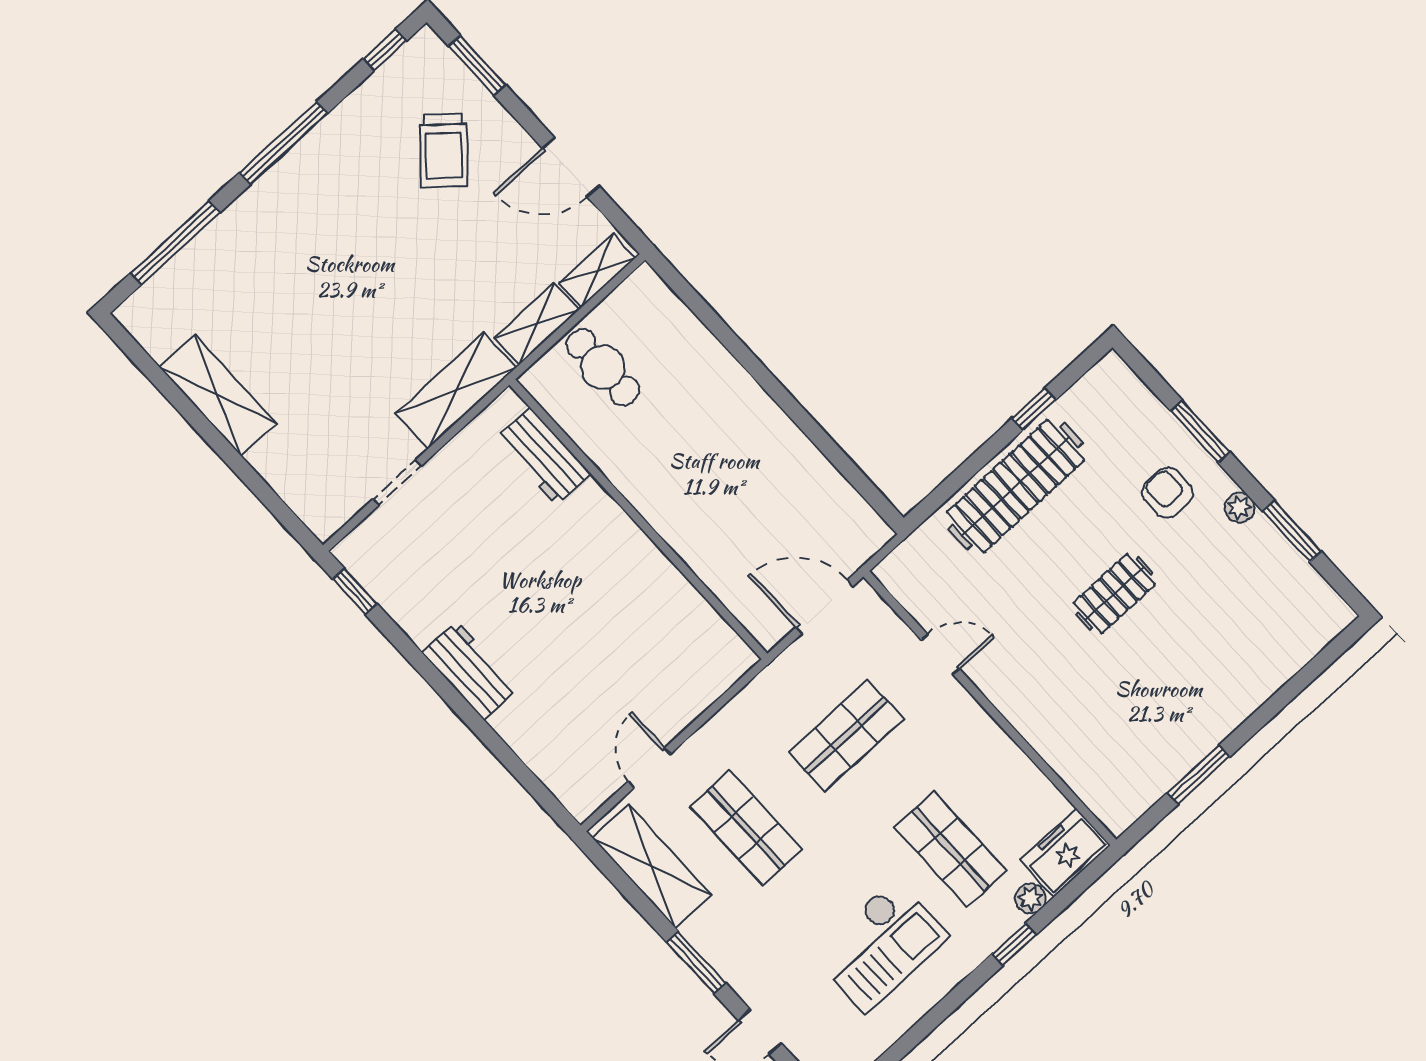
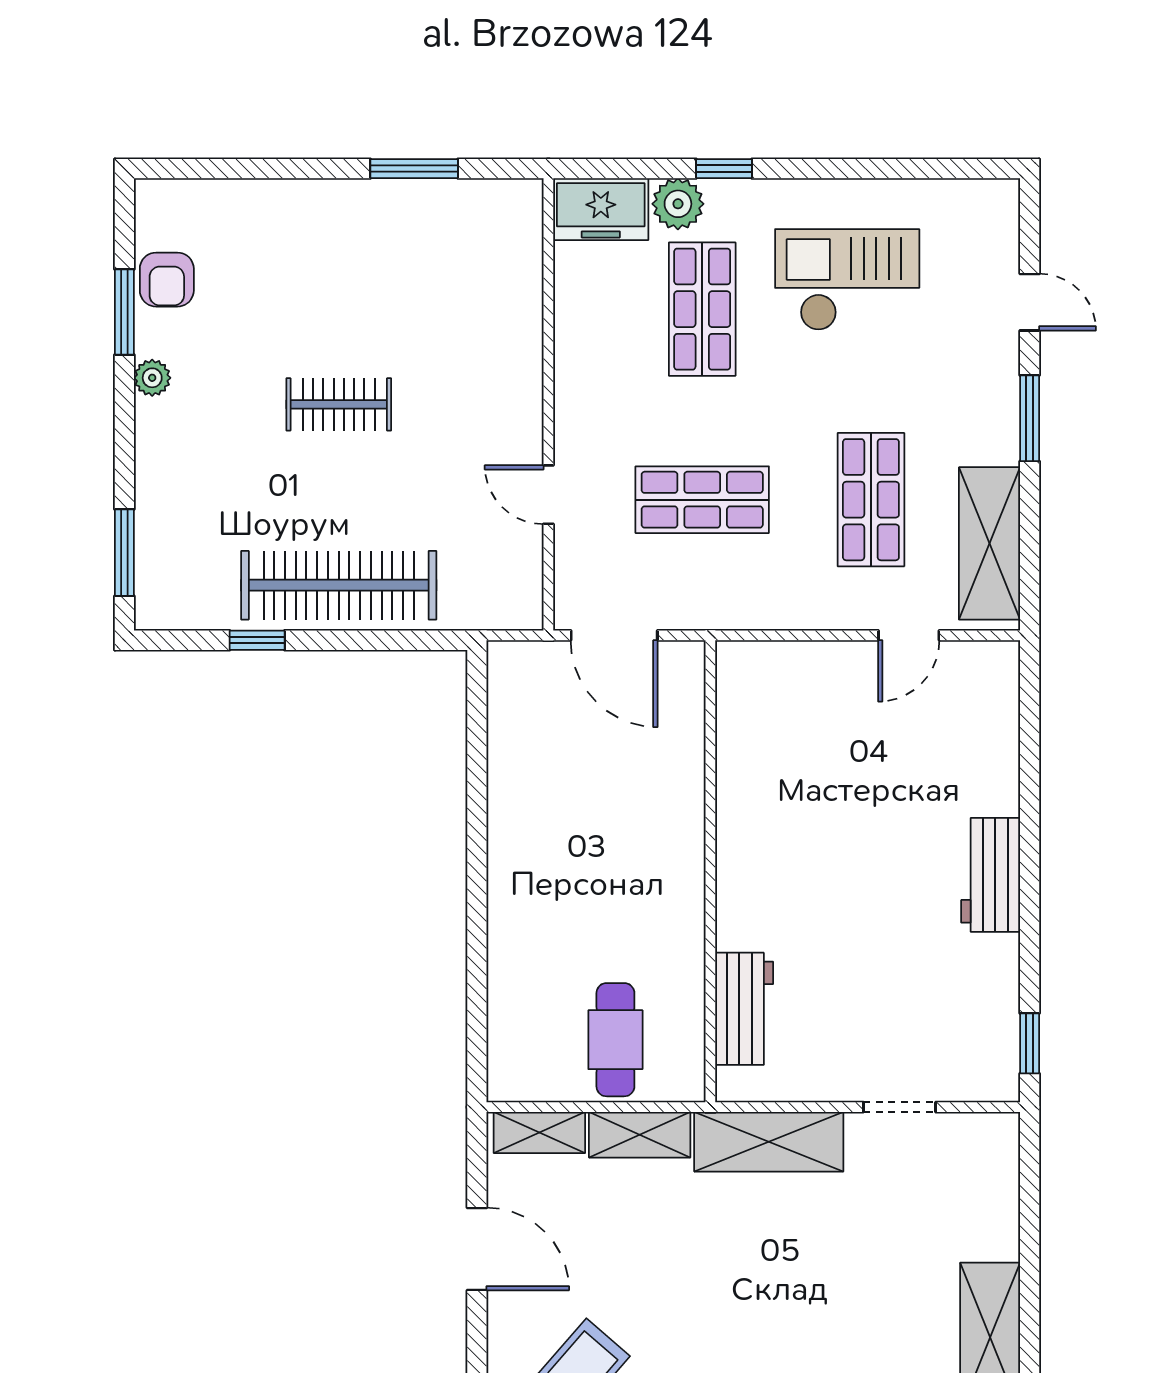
window: (1200, 431) -> (124, 553), moved
armchair: (1168, 493) -> (167, 280), moved
plant: (1030, 898) -> (678, 204), width x1.38, depth x1.38

